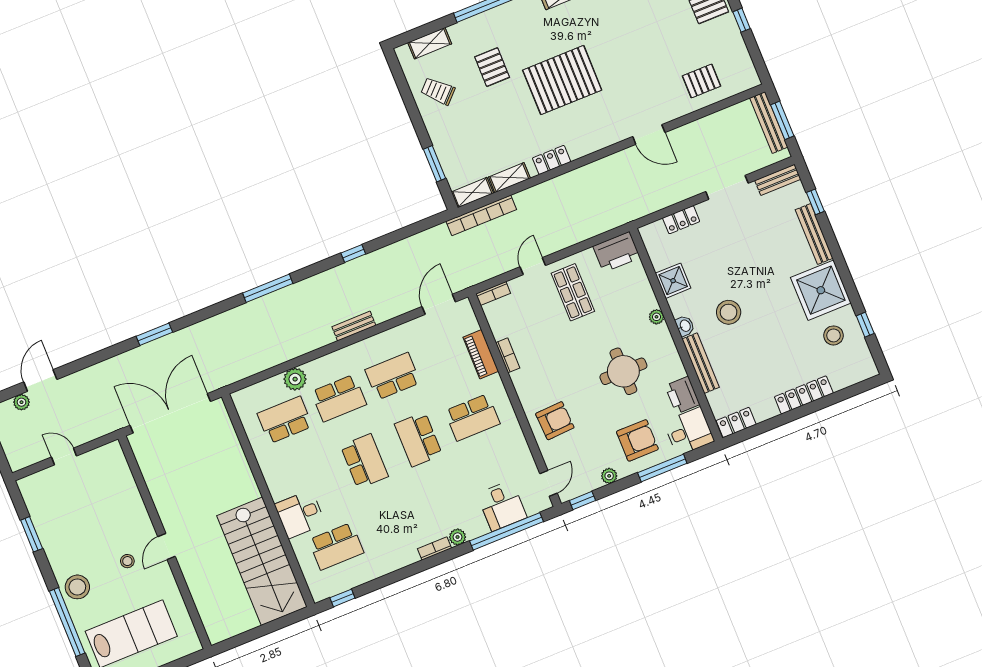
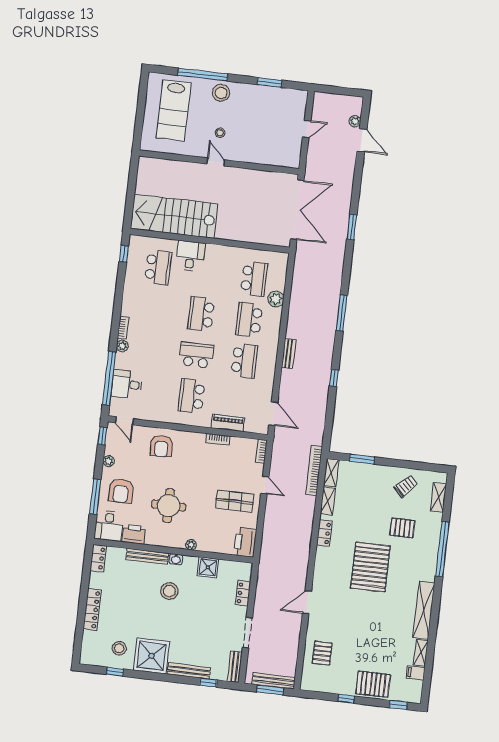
school desk: (364, 461) -> (201, 314), turned 90
school desk: (336, 546) -> (158, 267), turned 180

